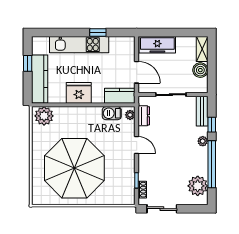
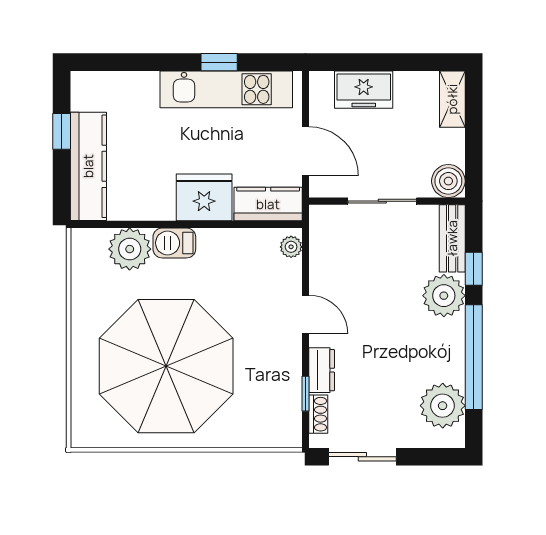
kitchen unit: (79, 45) -> (226, 89), moved
freezer: (157, 45) -> (364, 90), width x0.71
boiler: (200, 70) -> (448, 181), moved
fridge: (79, 93) -> (204, 197), moved
barbecue: (112, 113) -> (174, 243), moved
plant: (44, 116) -> (130, 249), moved
dresser: (144, 116) -> (322, 370), moved
plant: (203, 141) -> (444, 296), width x1.88, depth x1.88

